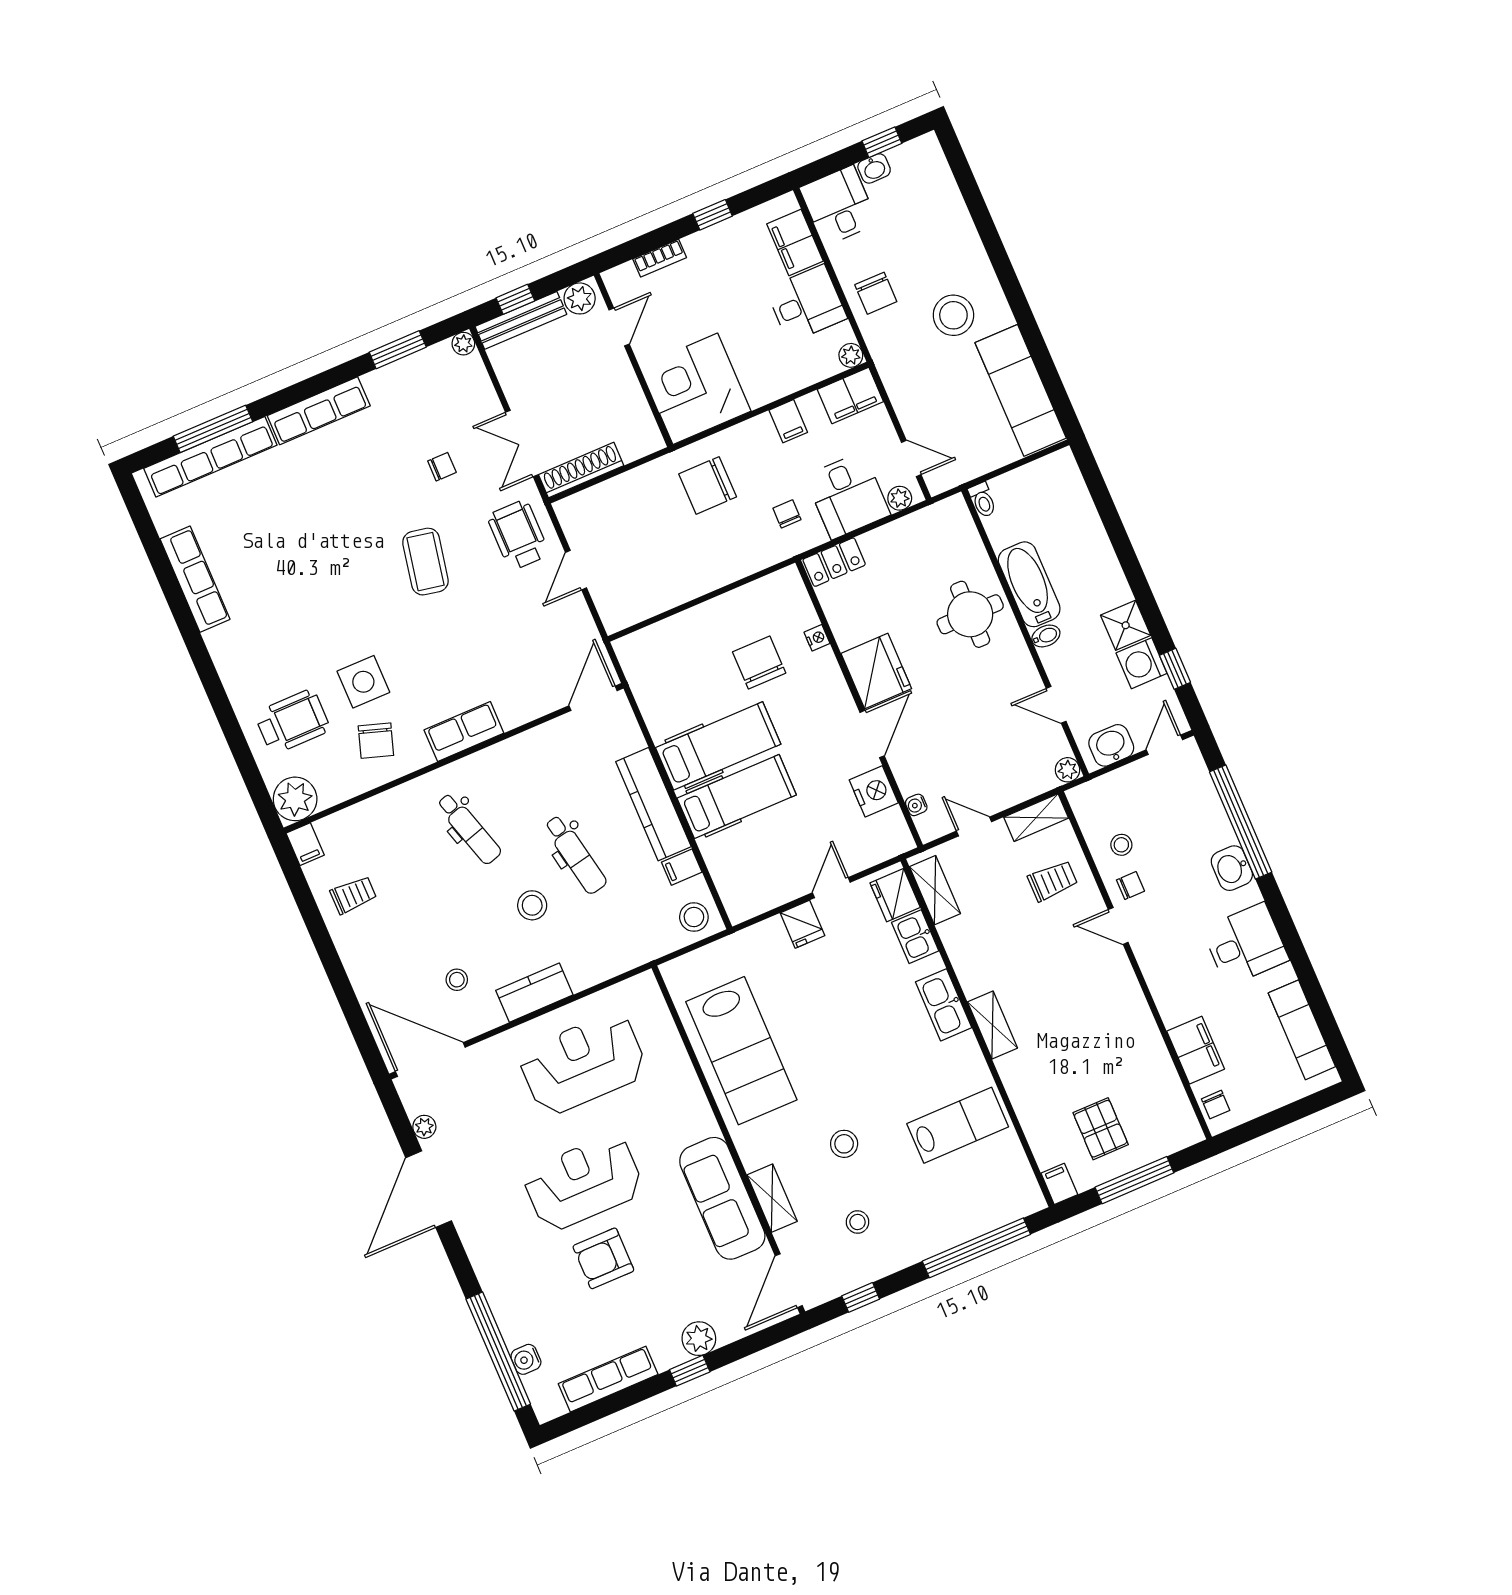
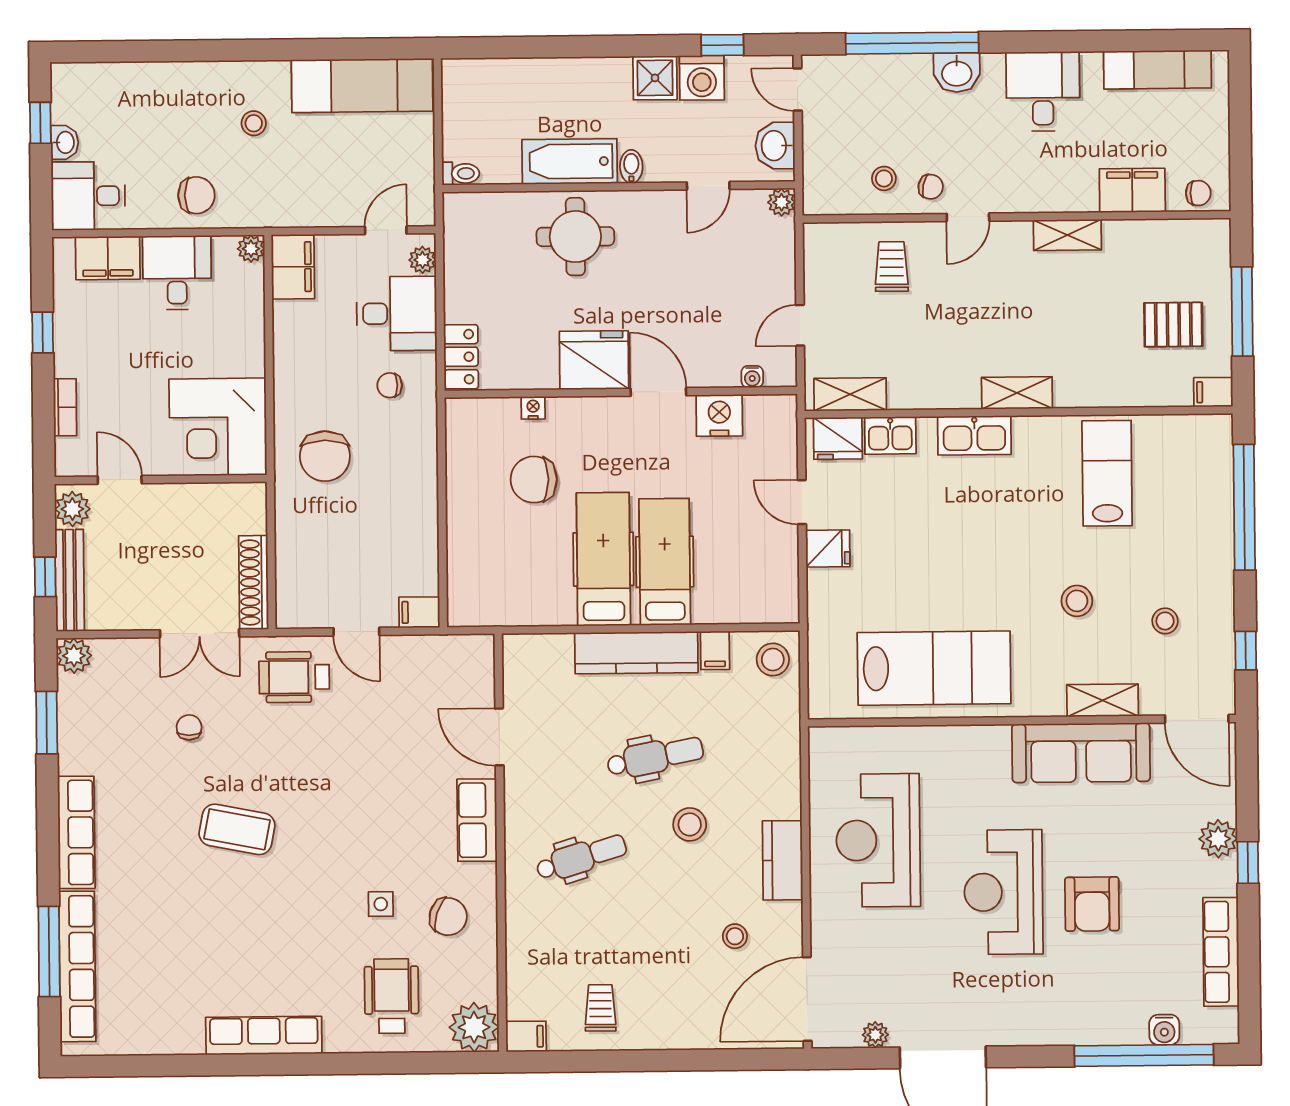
stool: (953, 315) -> (254, 123), width x0.53, depth x0.53
plant: (463, 344) -> (74, 656), width x1.38, depth x1.38
filing cabinet: (788, 421) -> (419, 612), moved, turned 180
coffee table: (425, 562) -> (237, 829), moved
row of seats: (195, 579) -> (264, 1036), moved
side table: (363, 682) -> (381, 904), width x0.54, depth x0.54
door: (593, 698) -> (499, 737), moved
shelving: (1036, 818) -> (1067, 235), moved, turned 90
chair: (1130, 885) -> (931, 187), turned 102

